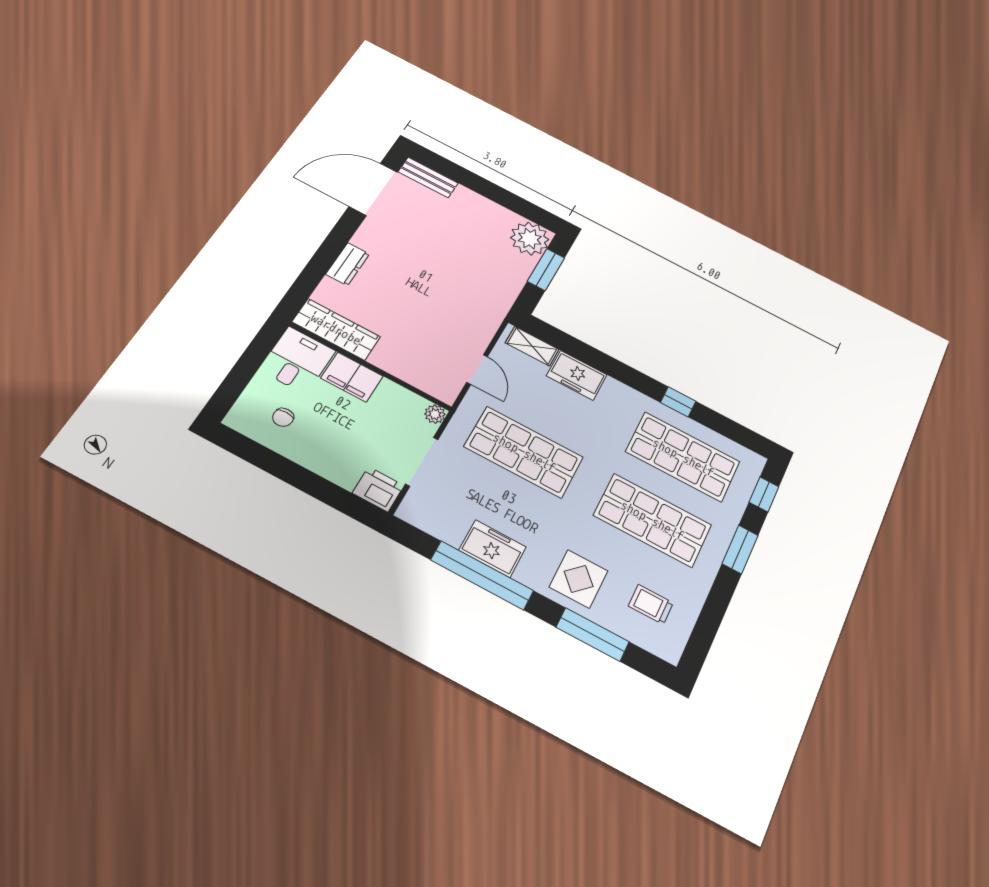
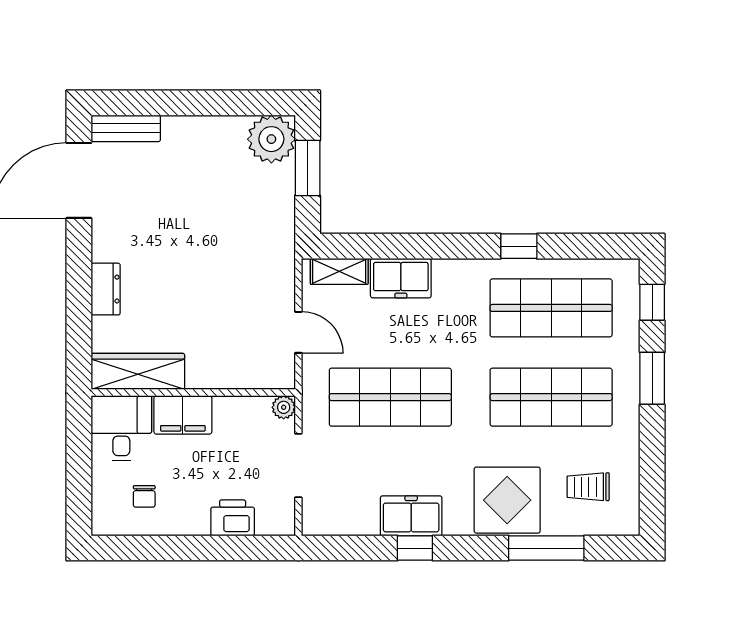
printer: (378, 489) -> (233, 518), moved
window: (482, 575) -> (415, 548), width x0.32
display table: (579, 579) -> (507, 500), width x1.36, depth x1.36

